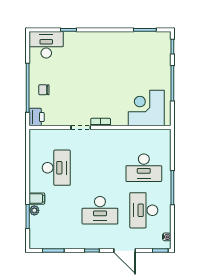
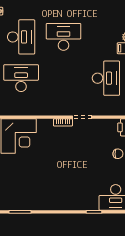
desk: (56, 168) -> (106, 78), turned 180

